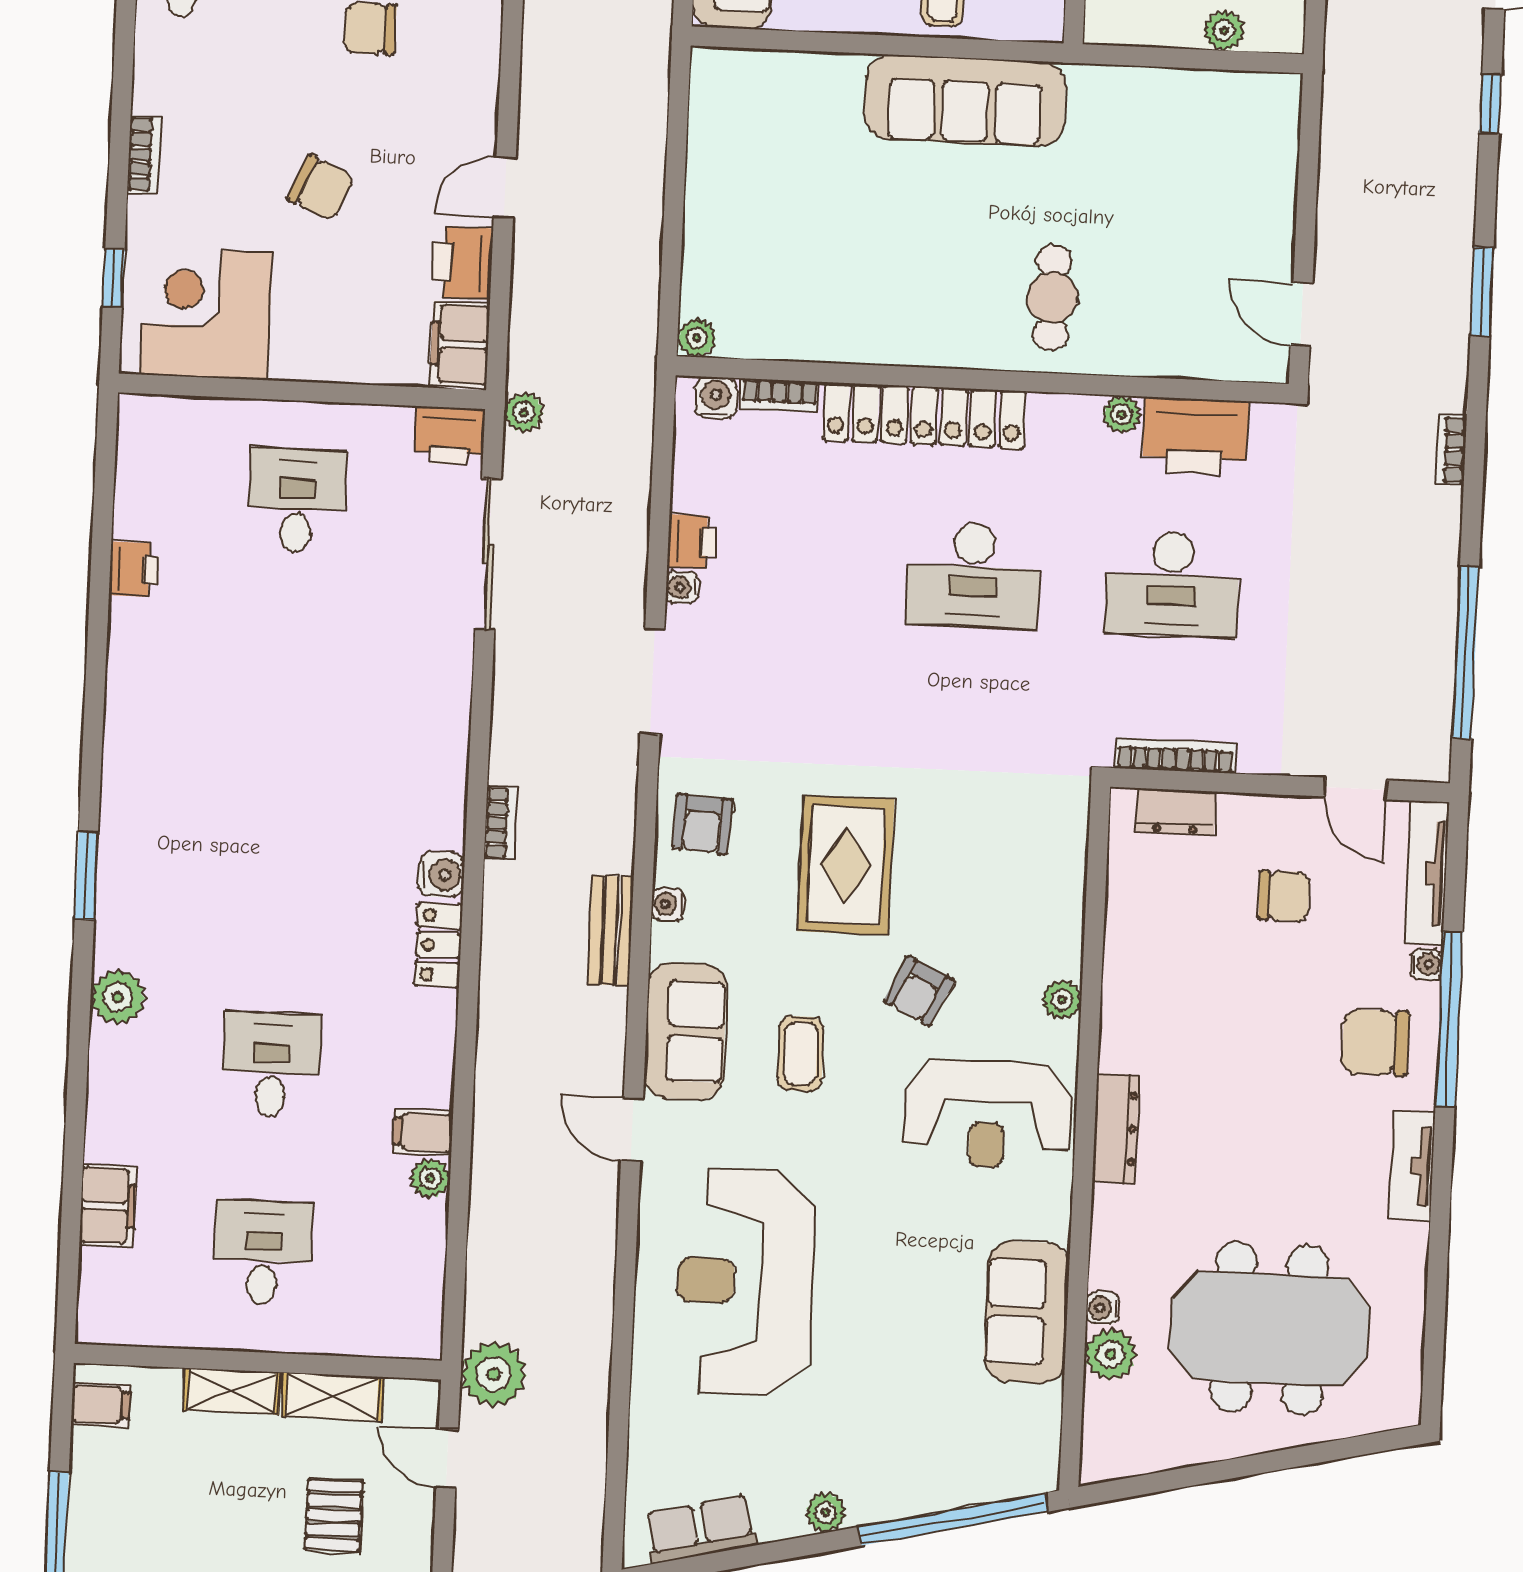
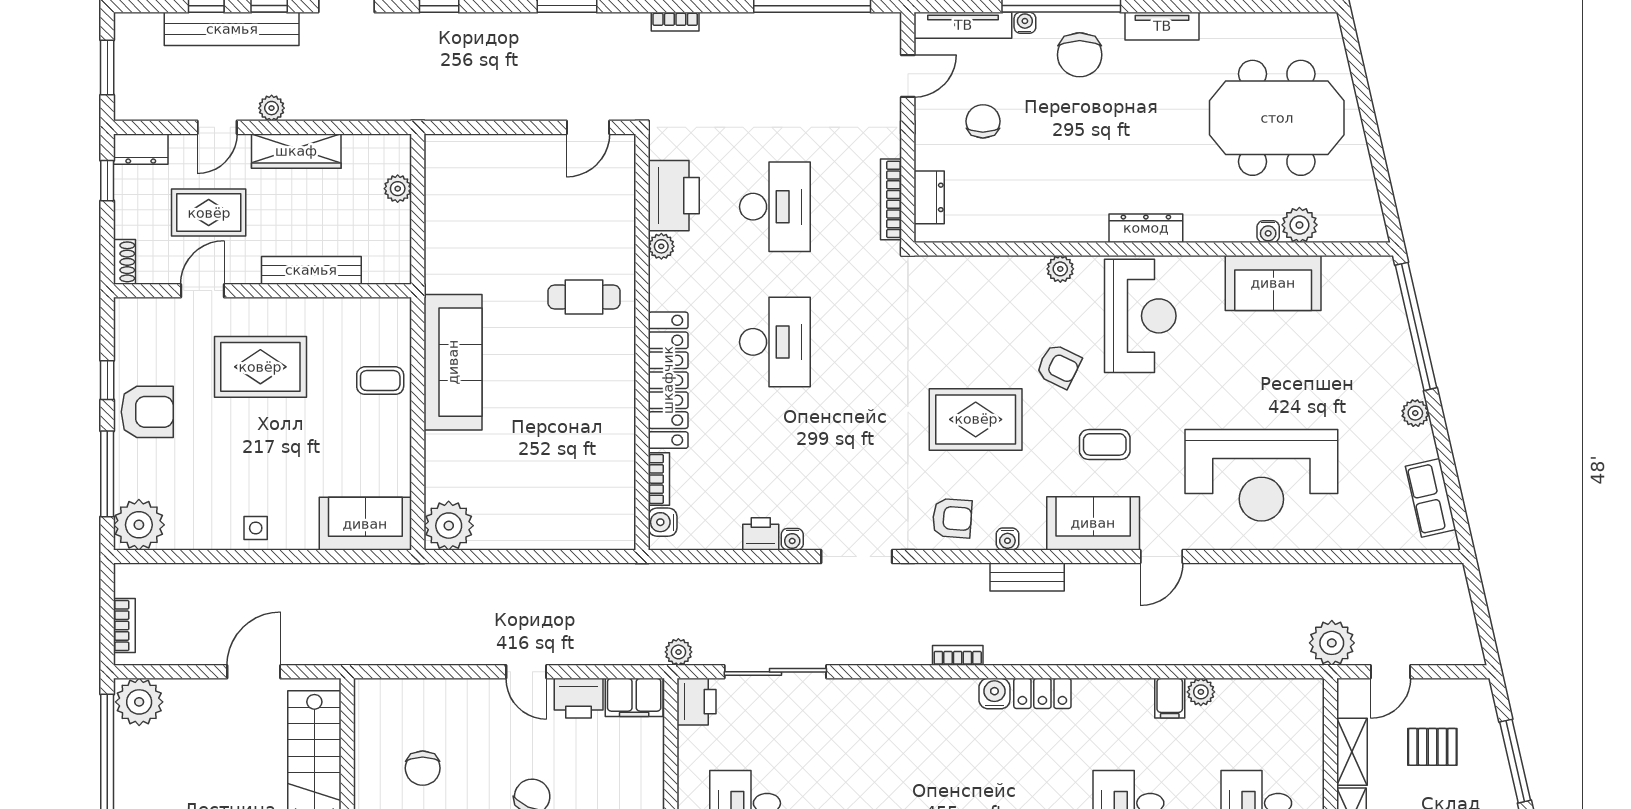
plant: (697, 338) -> (449, 526), moved, width x1.87, depth x1.87
meeting table: (1270, 1328) -> (1277, 118), turned 90

